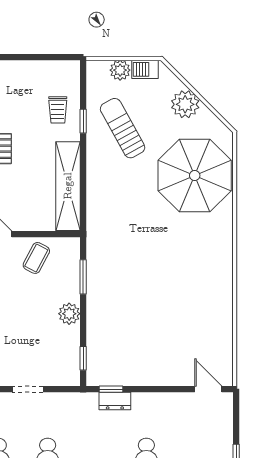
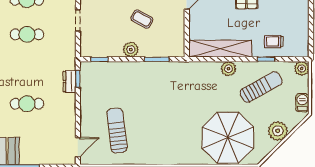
plant: (120, 70) -> (302, 69), moved
plant: (97, 175) -> (228, 69), added
coffee table: (36, 258) -> (142, 19), moved
sun lounger: (185, 333) -> (117, 131), added

